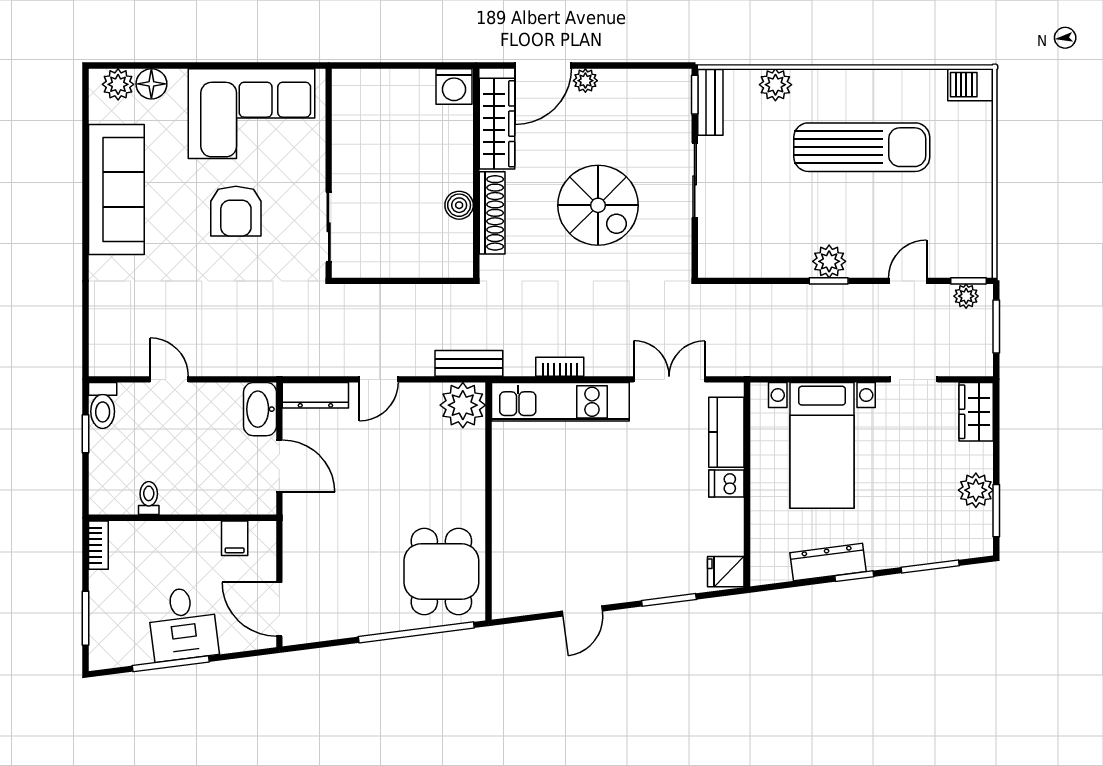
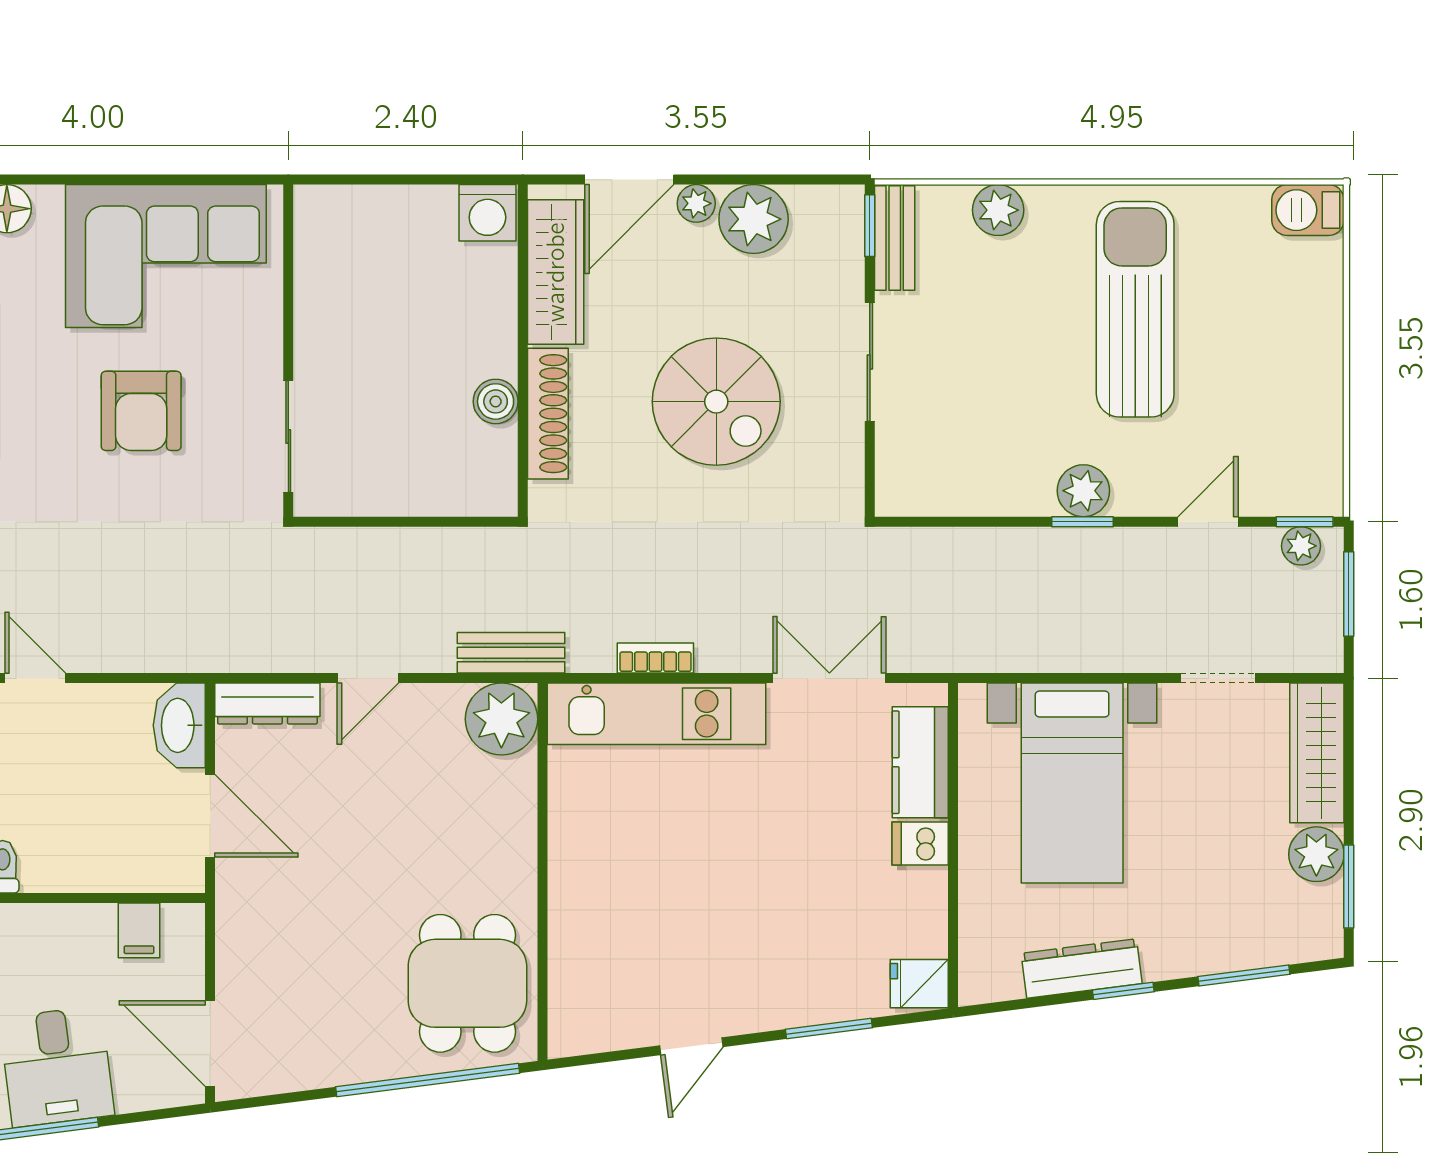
plant: (621, 90) -> (754, 219), added
sun lounger: (862, 147) -> (1135, 309), turned -90
wardrobe: (976, 412) -> (1317, 753), width x1.50

